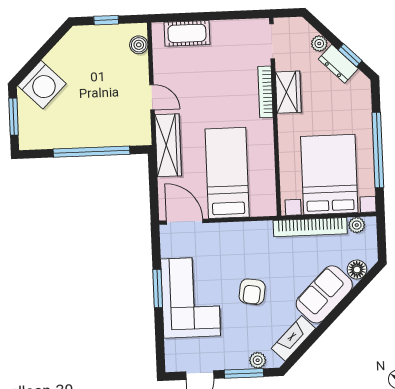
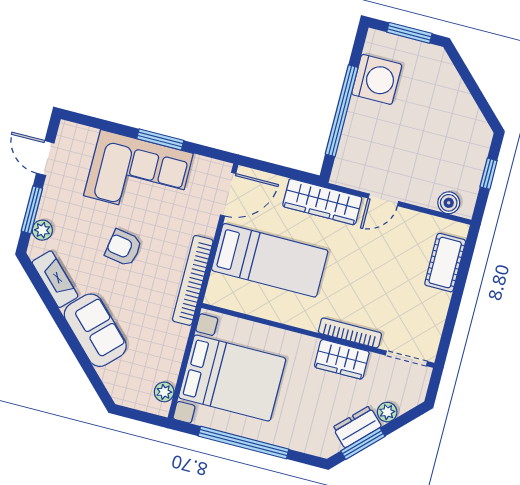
window: (350, 55) -> (363, 444), width x1.50
washing machine: (42, 85) -> (377, 79), moved, turned -135
bookcase: (310, 227) -> (193, 280), moved
floor lamp: (357, 270) -> (113, 377), removed

